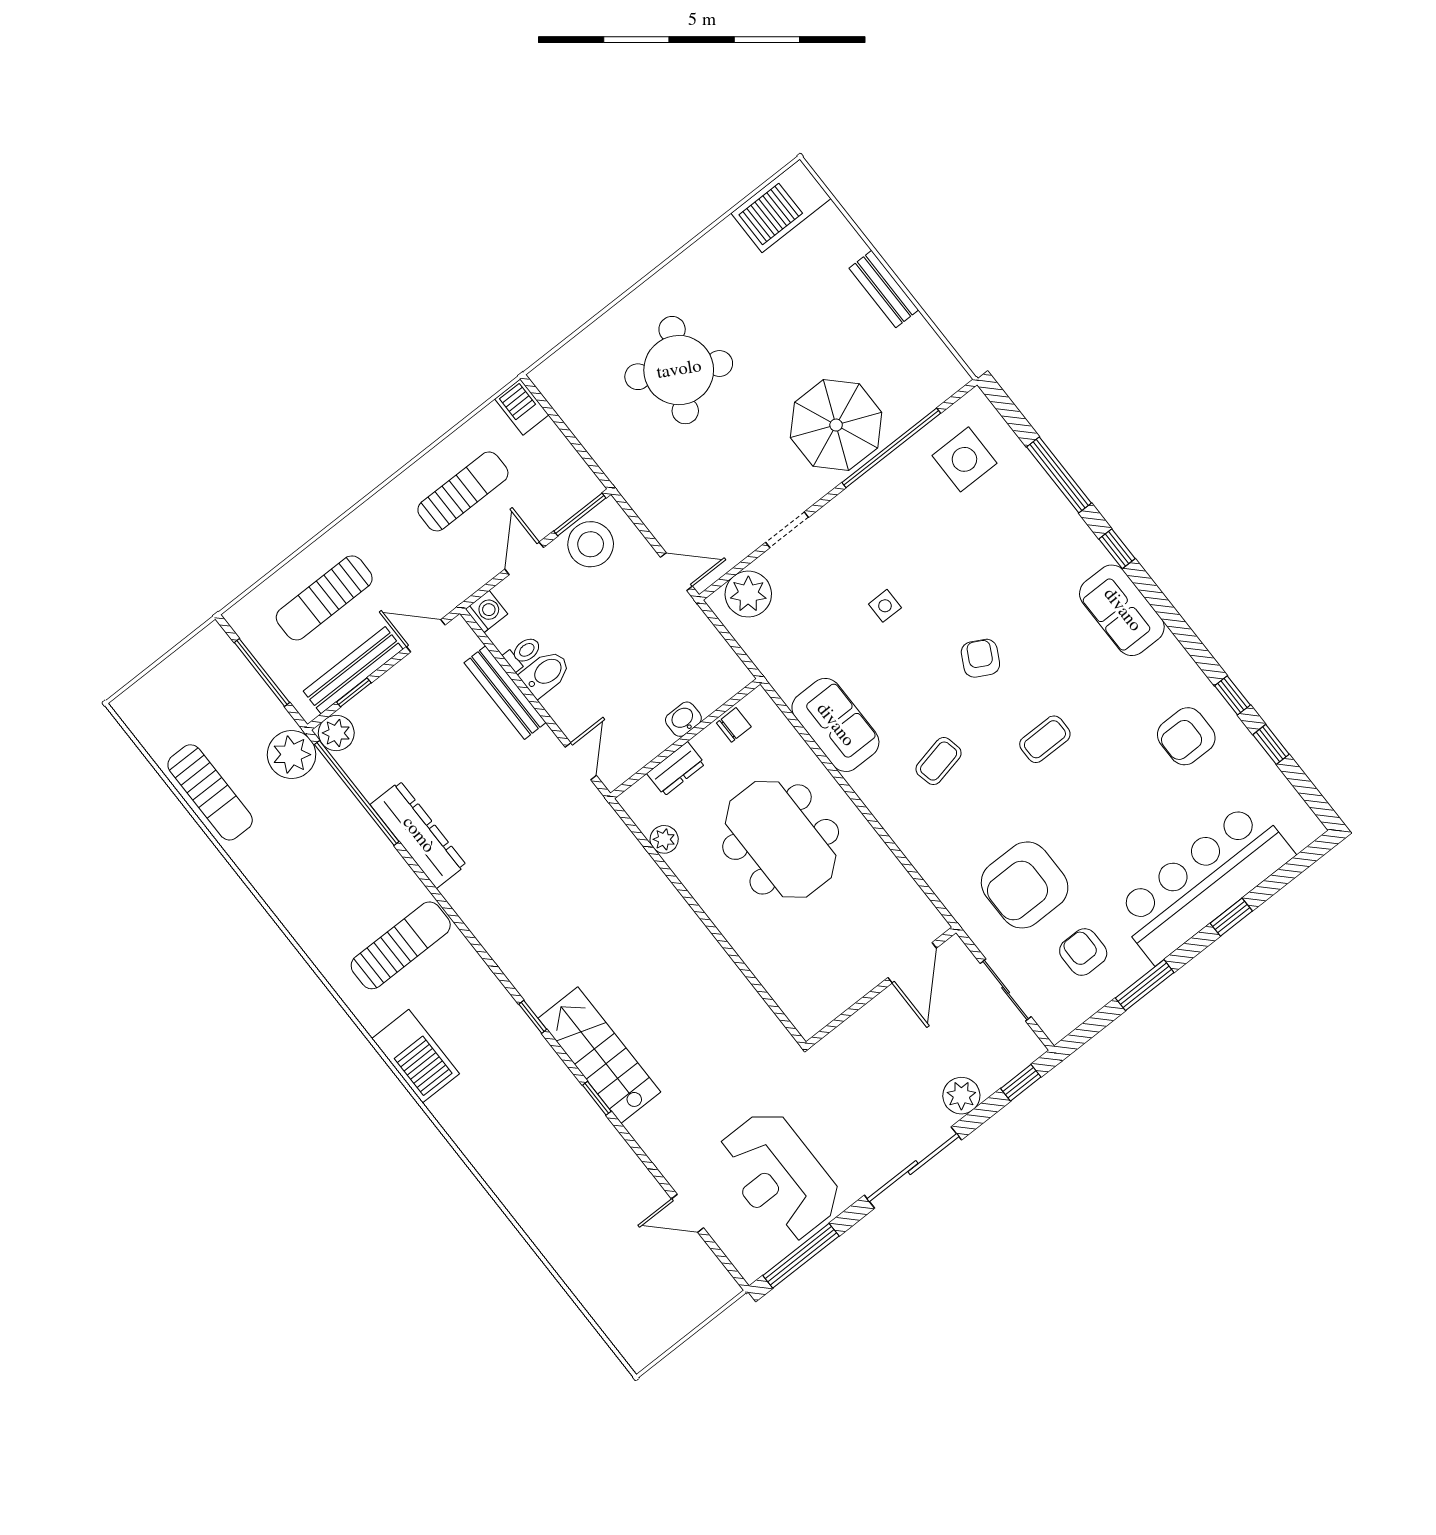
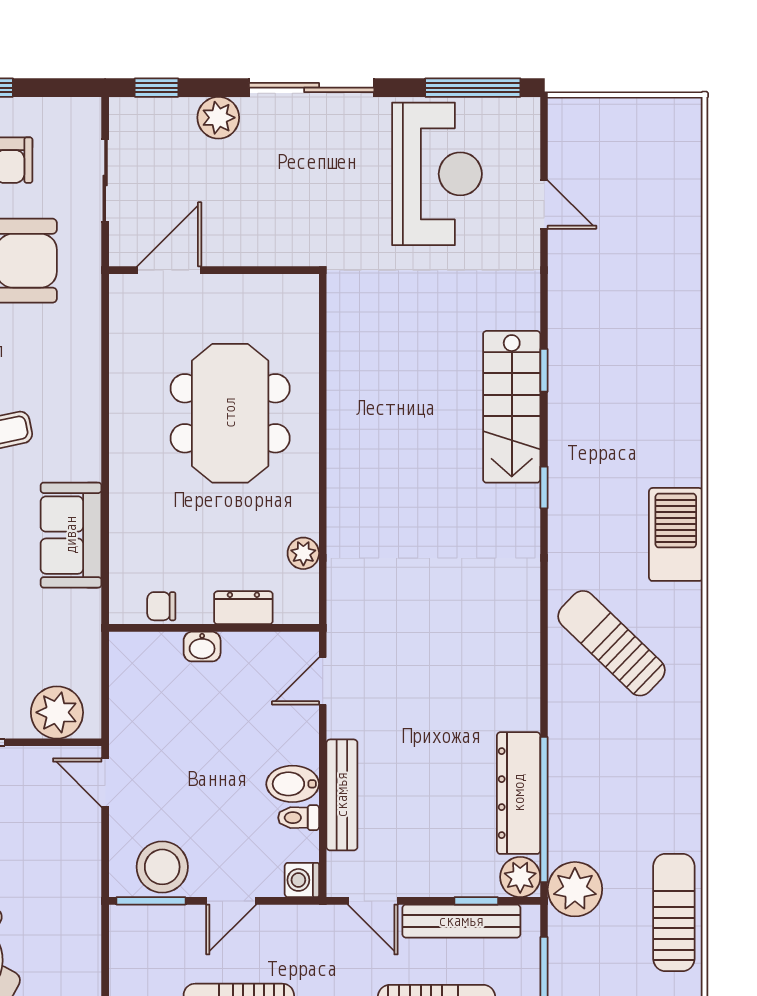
dresser: (418, 835) -> (519, 793), moved
meeting table: (781, 839) -> (230, 413), moved
sun lounger: (401, 945) -> (612, 643), turned 44

